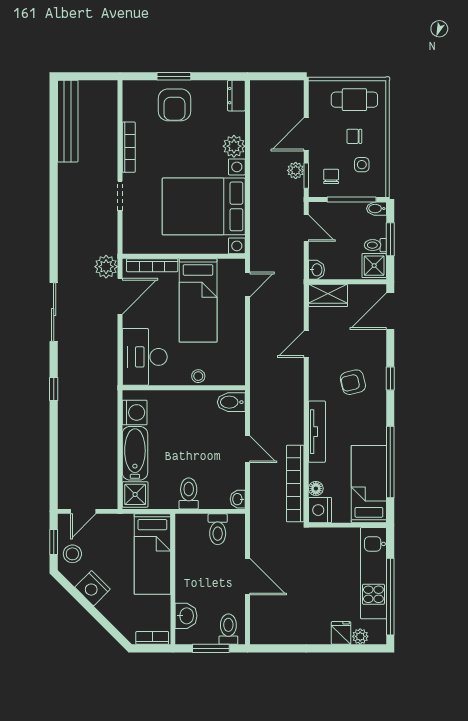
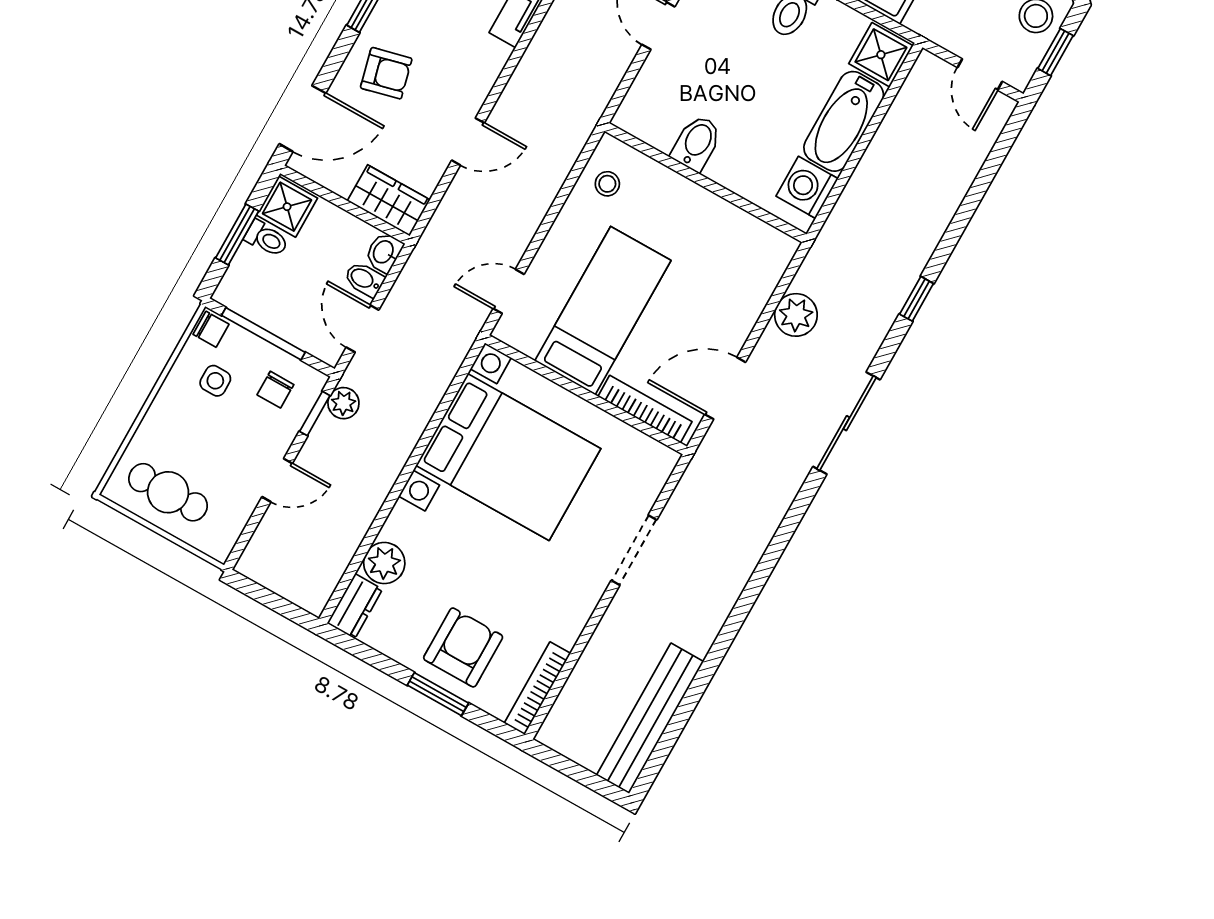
door: (306, 134) -> (277, 480), width x0.73
chair: (354, 136) -> (211, 329), moved
plant: (234, 146) -> (384, 563), moved
bookcase: (129, 147) -> (537, 688), moved
plant: (296, 170) -> (343, 403), moved
doorway: (120, 196) -> (634, 550), width x1.38
bidet: (376, 209) -> (364, 279), moved, turned 180
plant: (106, 267) -> (796, 315), moved
desk: (145, 357) -> (740, 268), removed
stool: (198, 376) -> (607, 184), moved
armchair: (353, 382) -> (386, 73), moved
bidet: (231, 402) -> (697, 143), moved, turned -90
door: (83, 511) -> (980, 75), swing flipped

